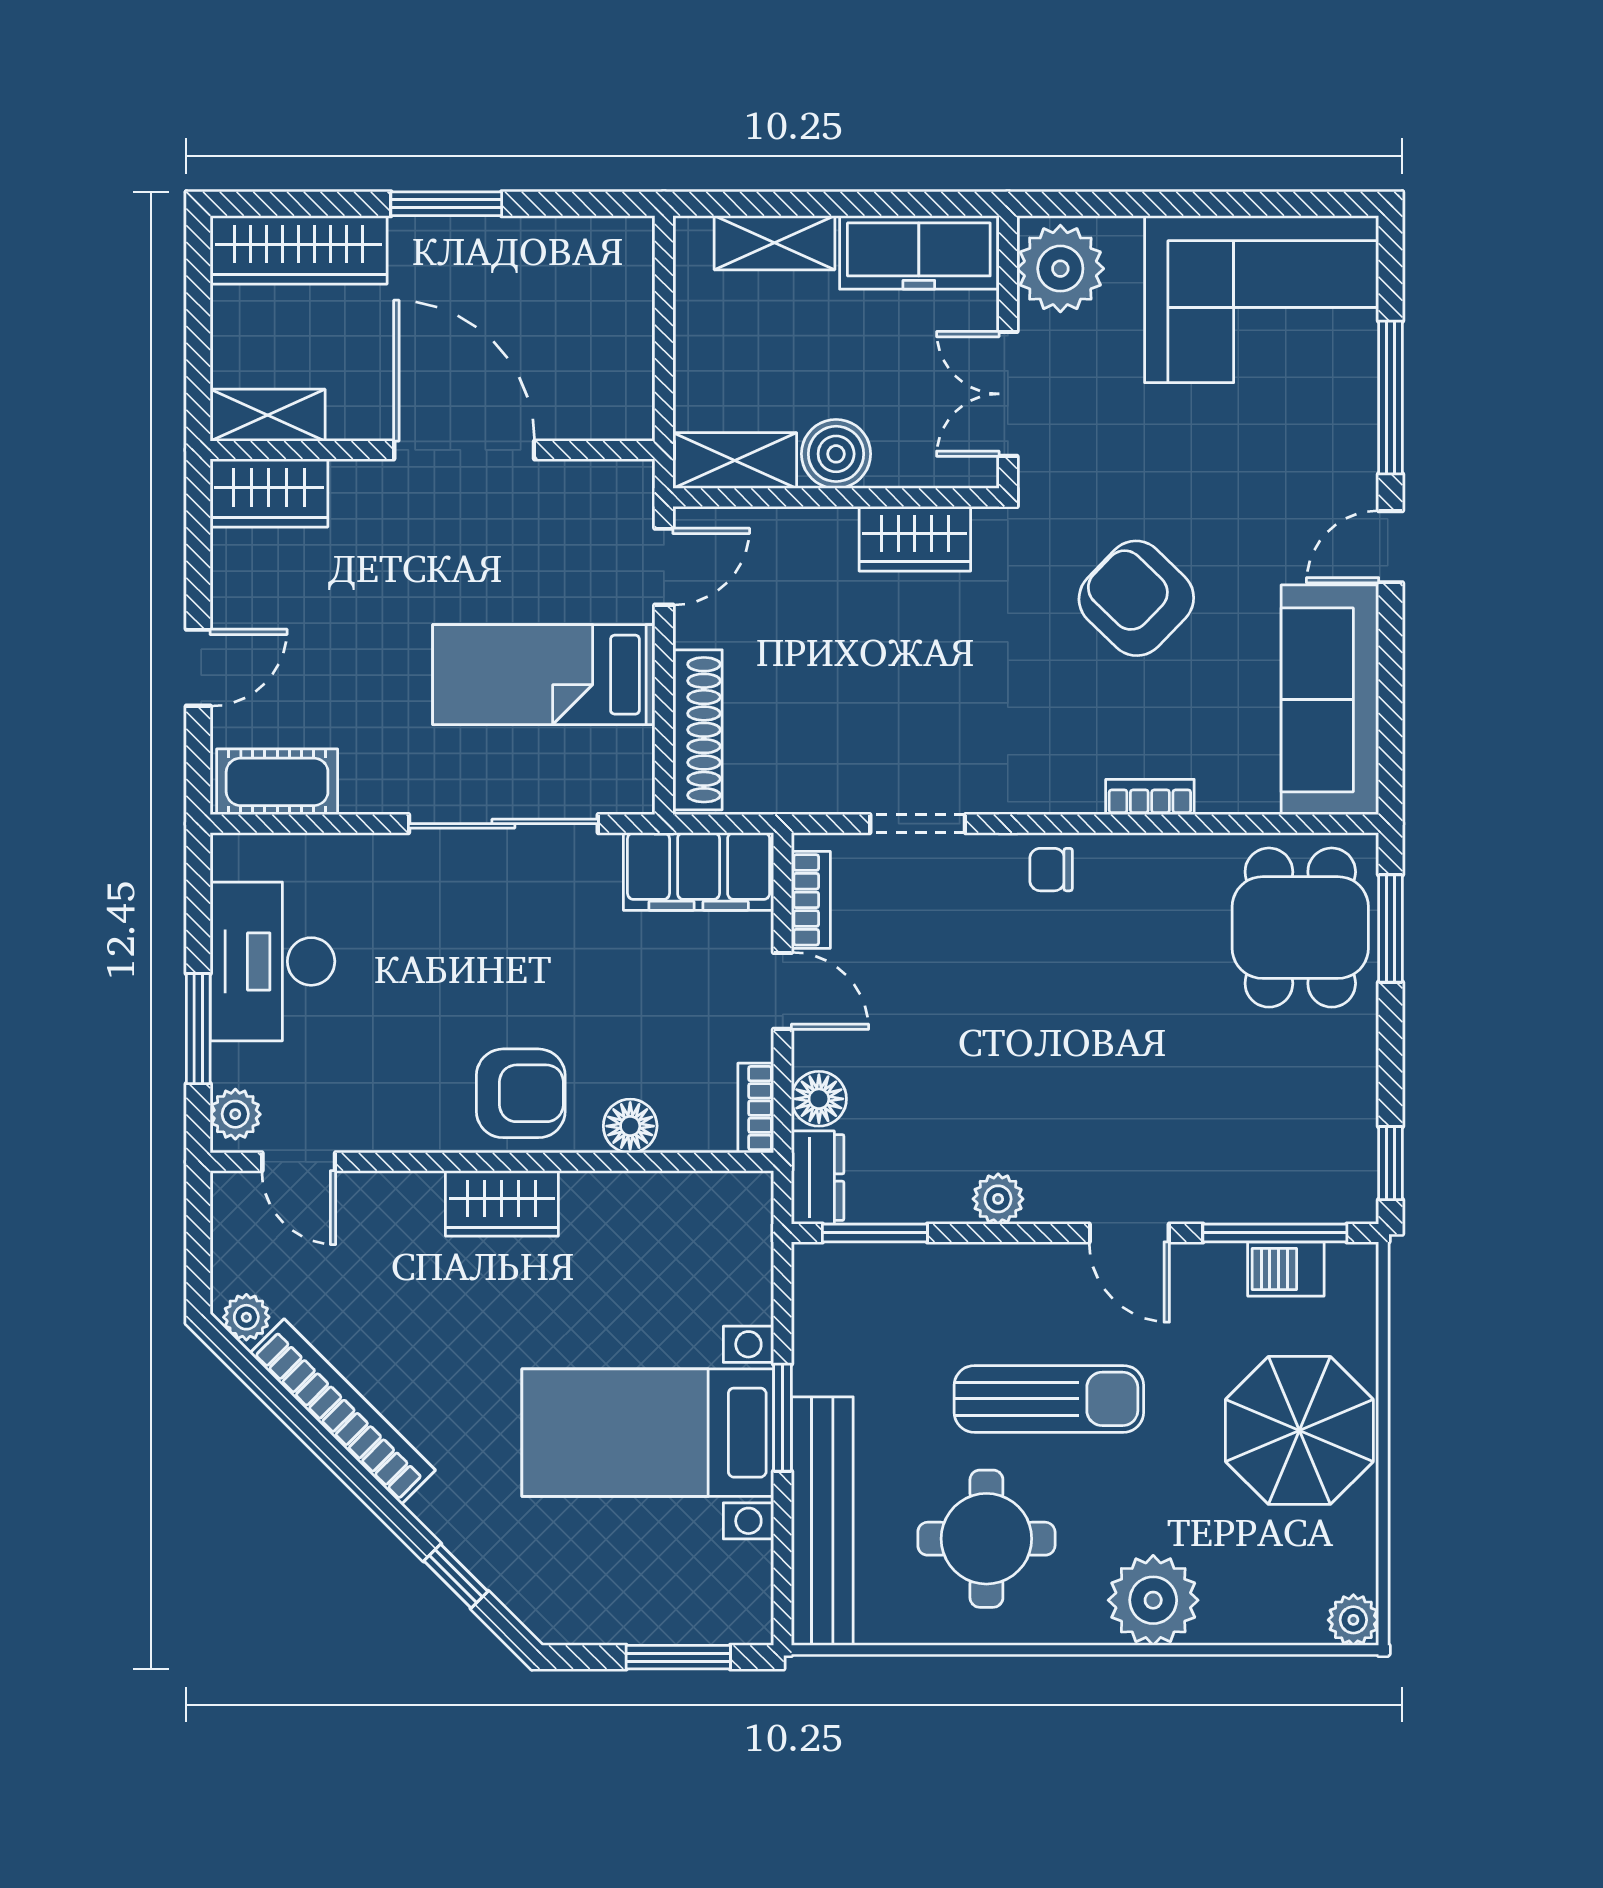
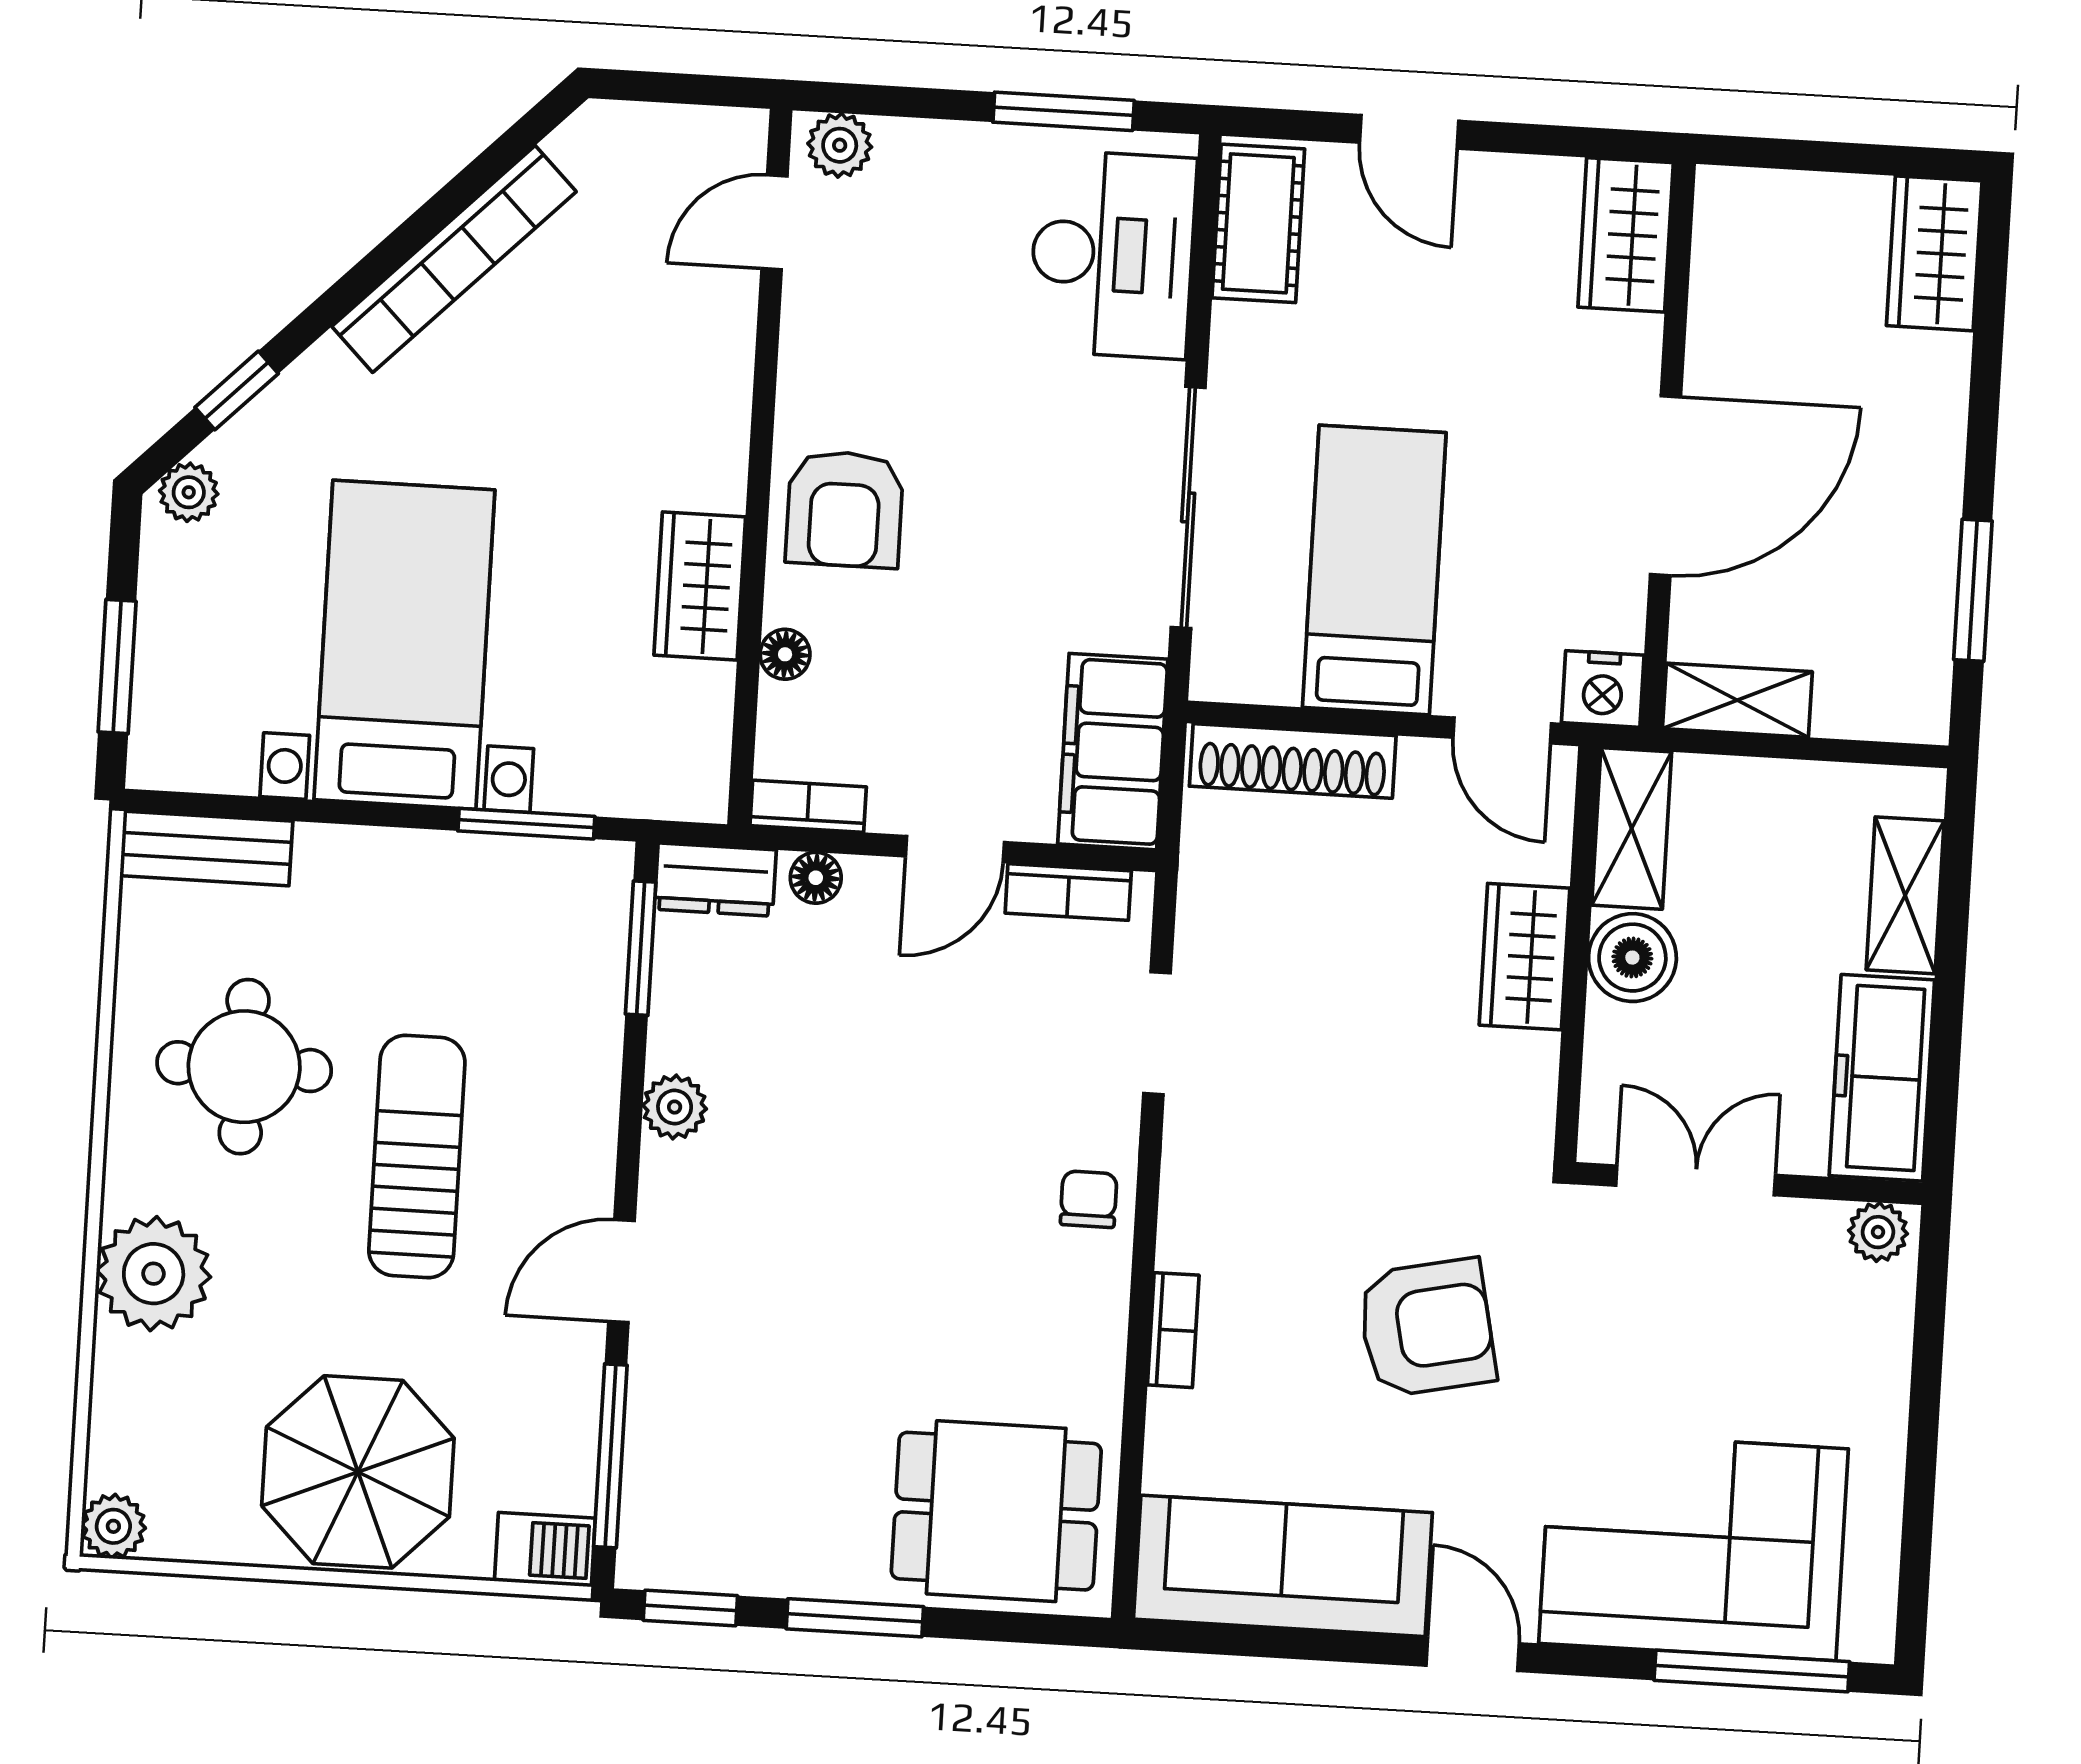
window: (446, 204) -> (1973, 590), moved
wardrobe: (299, 250) -> (1934, 253), width x0.67
plant: (1060, 269) -> (1878, 1232), width x0.53, depth x0.53
corner sofa: (1262, 299) -> (1693, 1546), moved, turned 90
window: (1391, 397) -> (1752, 1671), moved
shelving: (268, 415) -> (1737, 700), moved, turned 90
nightstand: (627, 490) -> (1603, 689), added
wardrobe: (915, 539) -> (1525, 957), moved
armchair: (1136, 598) -> (1427, 1328), turned 34
window: (1391, 928) -> (855, 1618), moved
desk: (272, 961) -> (1112, 254), moved, turned 90
window: (198, 1029) -> (1064, 111), moved
floor lamp: (819, 1099) -> (816, 878), width x0.73, depth x0.73
floor lamp: (630, 1126) -> (785, 654), width x0.73, depth x0.73
wardrobe: (502, 1203) -> (700, 586), moved
barbecue: (1286, 1269) -> (545, 1550), moved, turned 90
plant: (246, 1317) -> (189, 492), moved
sun lounger: (1049, 1399) -> (417, 1156), turned 180
window: (783, 1418) -> (526, 824), moved
bench: (822, 1521) -> (206, 848), width x0.54, depth x0.82

